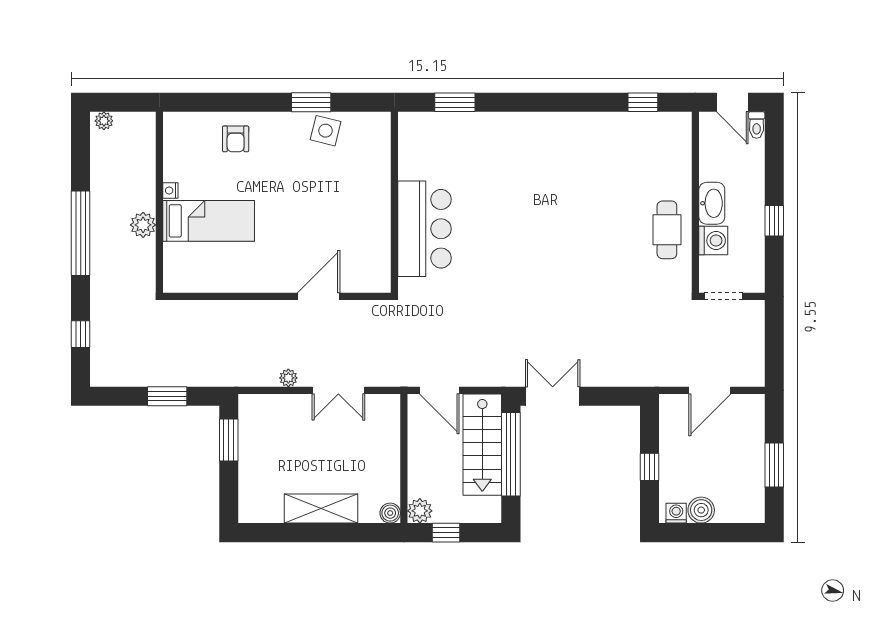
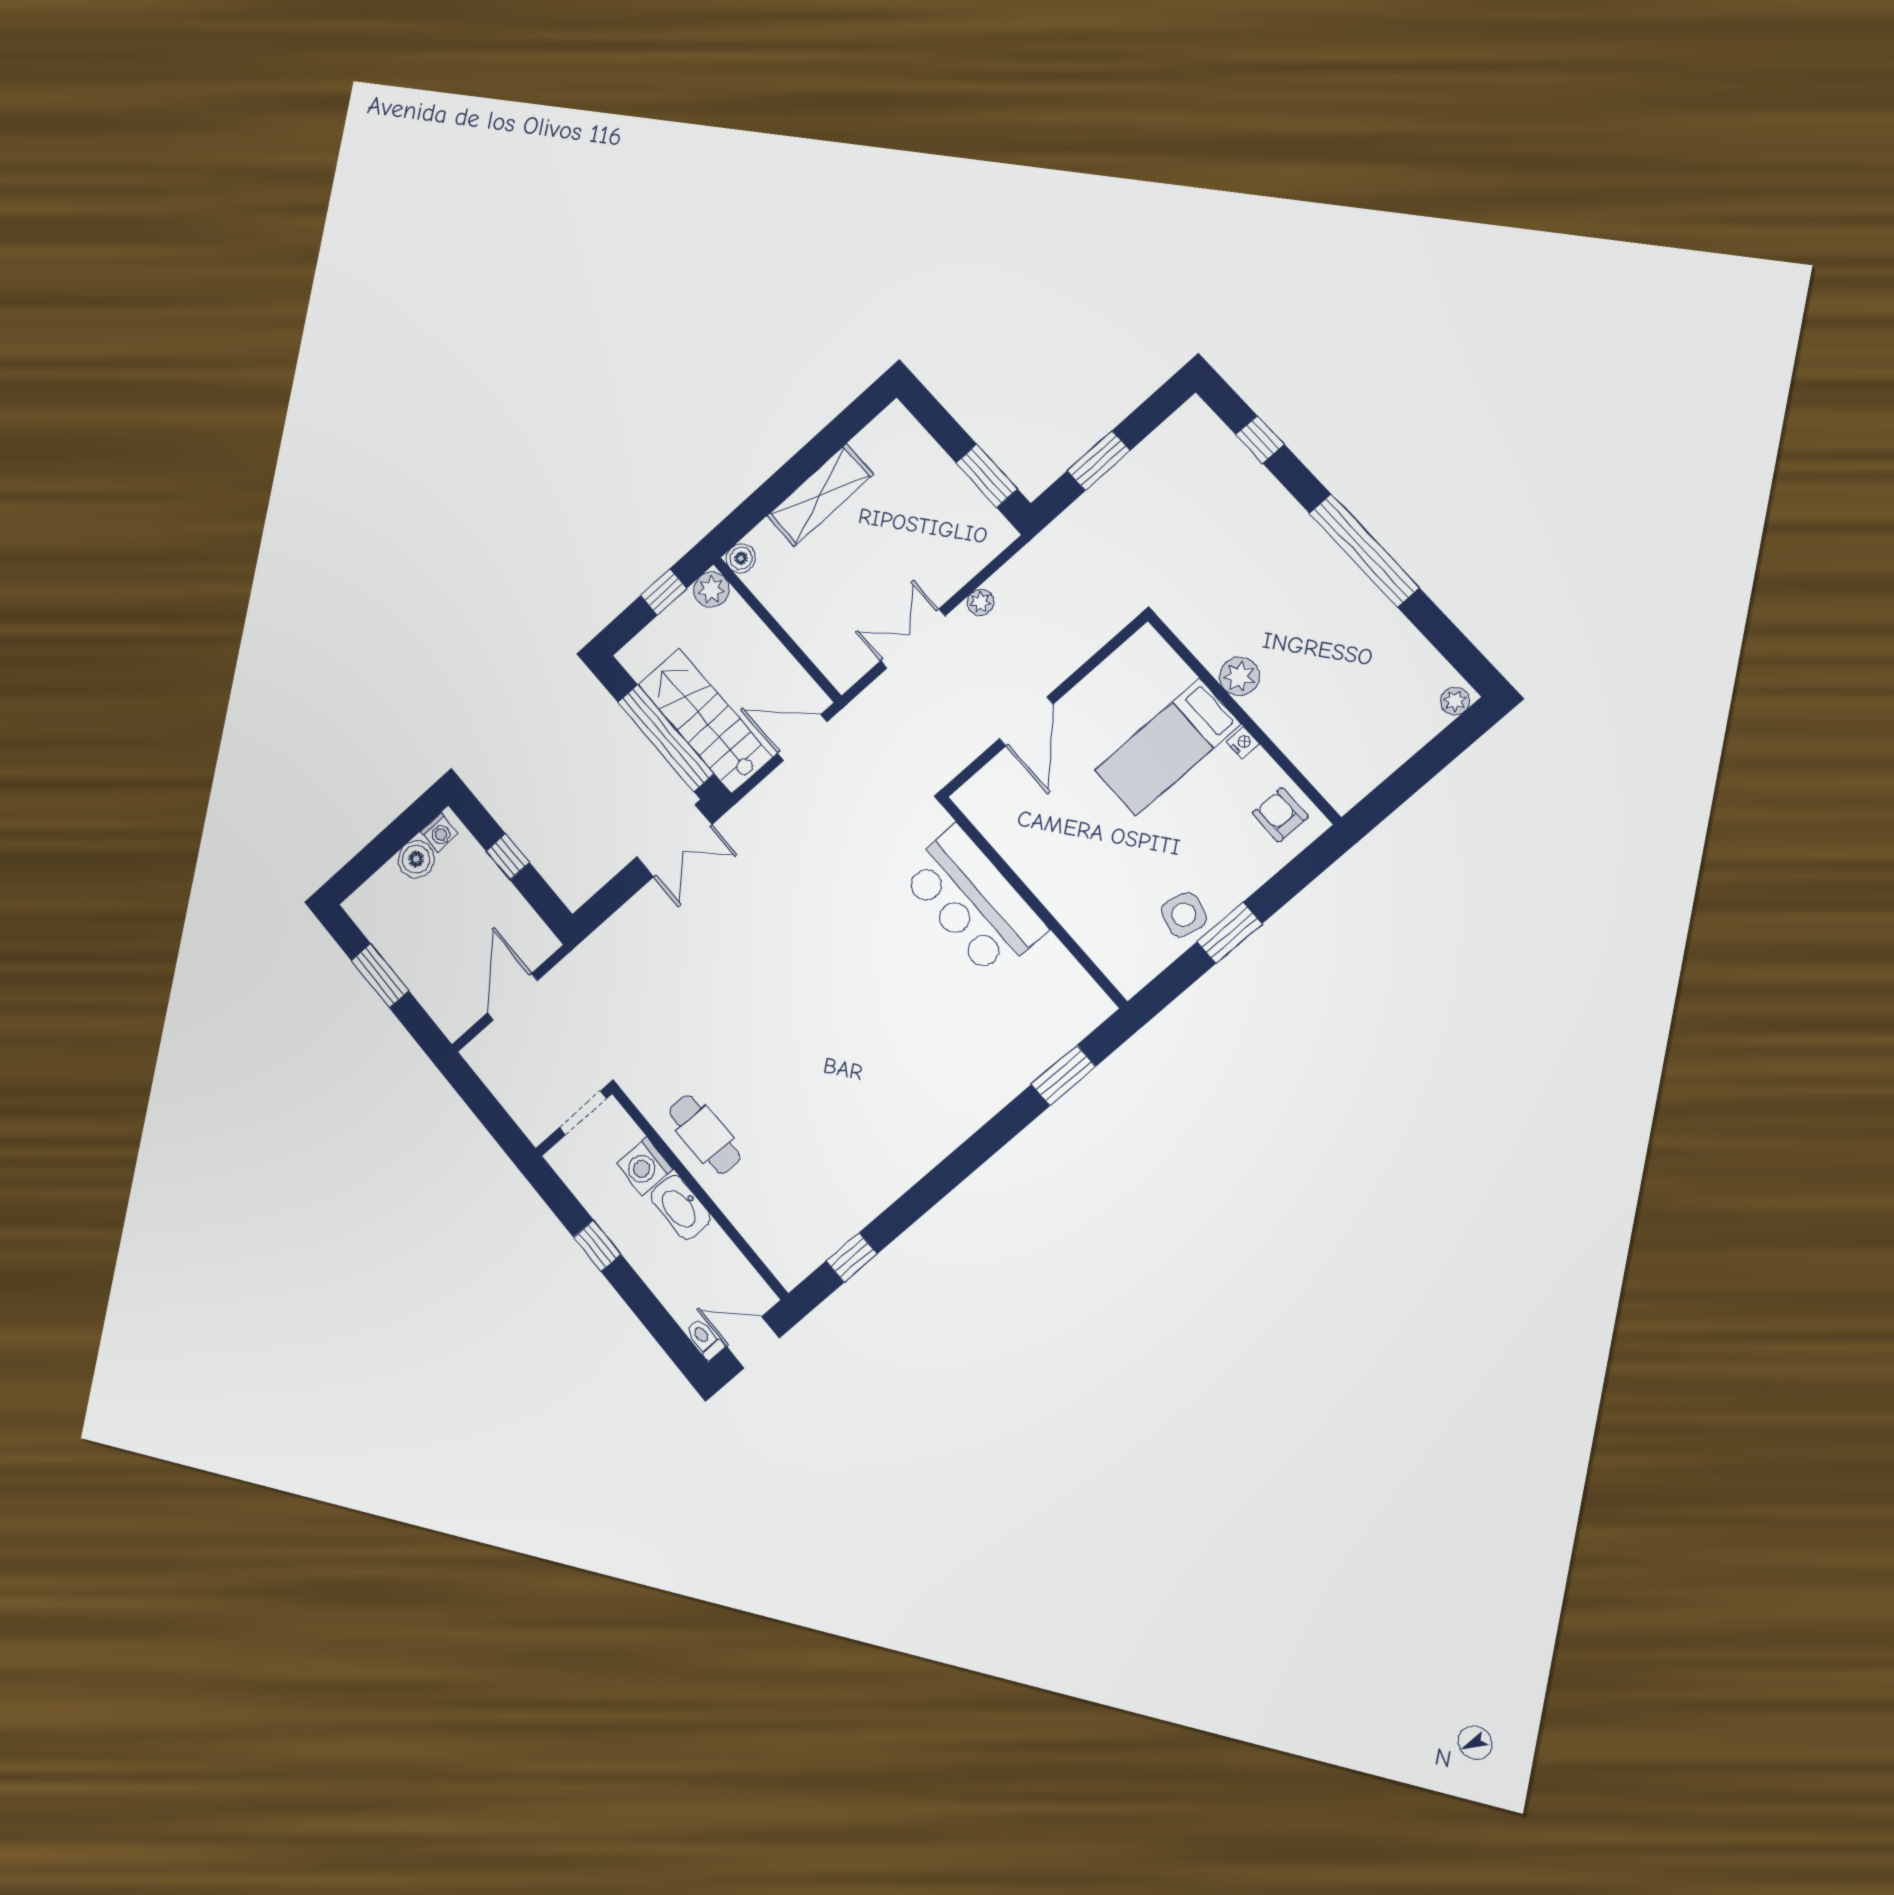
nightstand: (170, 191) -> (1243, 743), moved
wall: (159, 202) -> (1244, 718), moved
bed: (209, 221) -> (1168, 747), moved
plant: (143, 225) -> (1239, 676), moved

